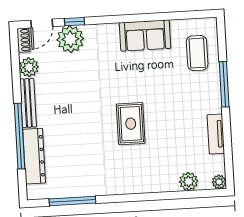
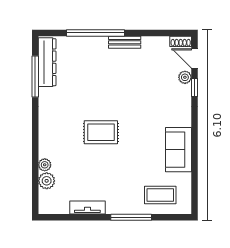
plant: (70, 39) -> (185, 77), width x0.53, depth x0.53
plant: (29, 67) -> (156, 45), removed
bench: (28, 103) -> (125, 42), width x0.73
dresser: (34, 156) -> (47, 62), moved, turned -90
plant: (219, 182) -> (45, 165), moved

